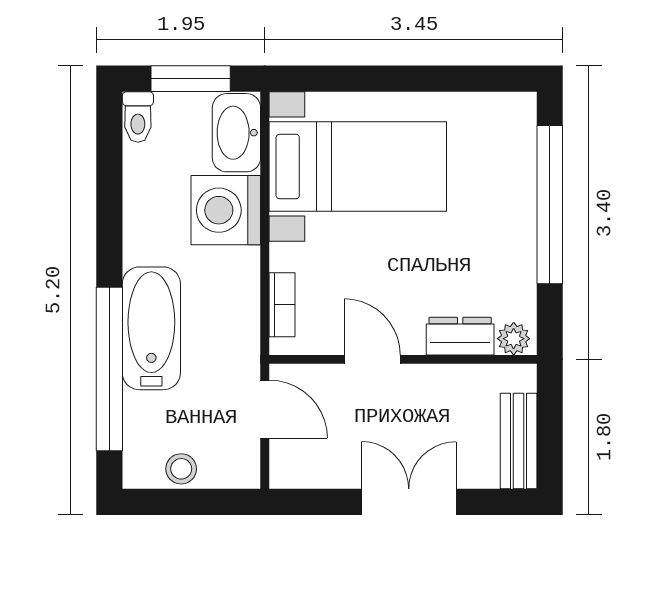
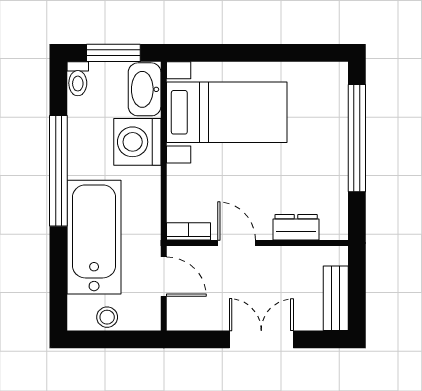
bookcase: (282, 305) -> (188, 231), moved, turned -90
bathtub: (151, 328) -> (94, 237), width x1.36, depth x1.36
plant: (514, 339) -> (332, 229), removed
window: (109, 369) -> (58, 171), moved

